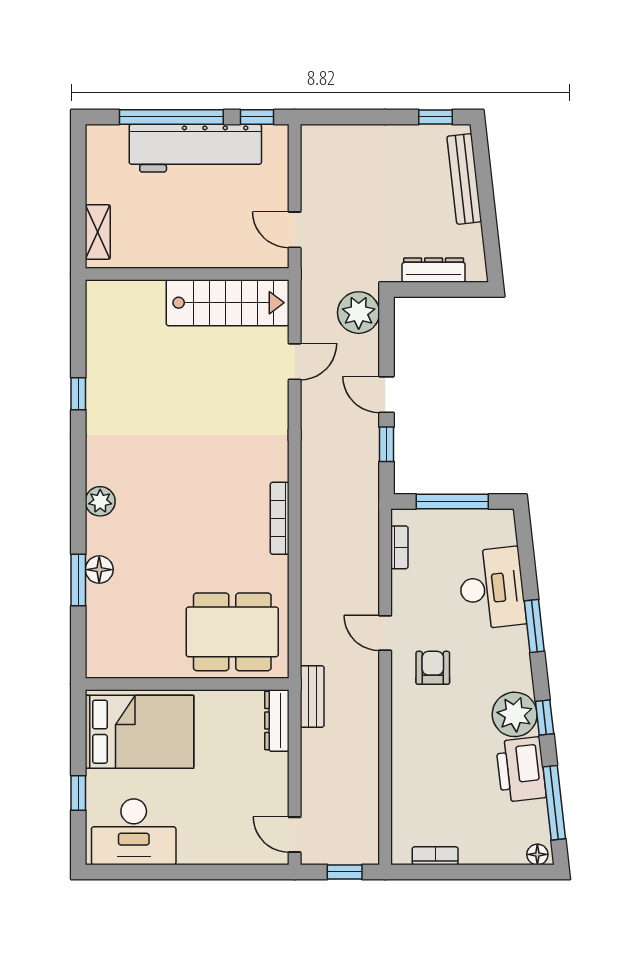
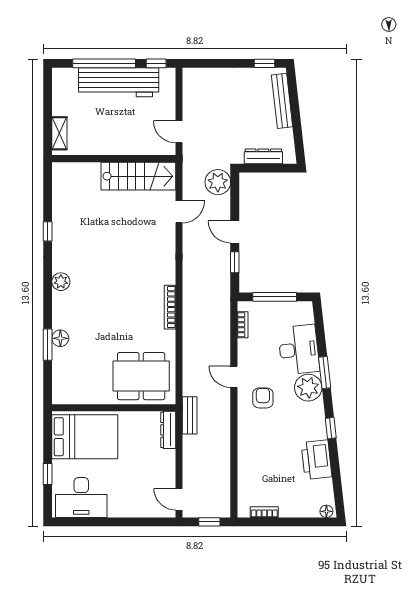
plant: (100, 501) -> (61, 282), moved
plant: (515, 714) -> (308, 388), moved
window: (554, 803) -> (337, 480), removed

